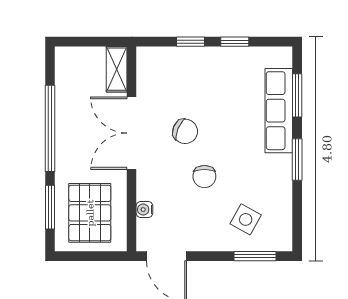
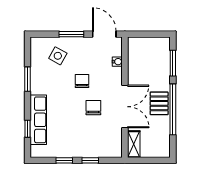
window: (297, 95) -> (27, 129), width x0.67
chair: (185, 131) -> (93, 108), turned 67
window: (297, 159) -> (27, 79), moved
pallet: (90, 213) -> (159, 103), moved, width x0.67, depth x0.71
window: (255, 256) -> (71, 34), moved

